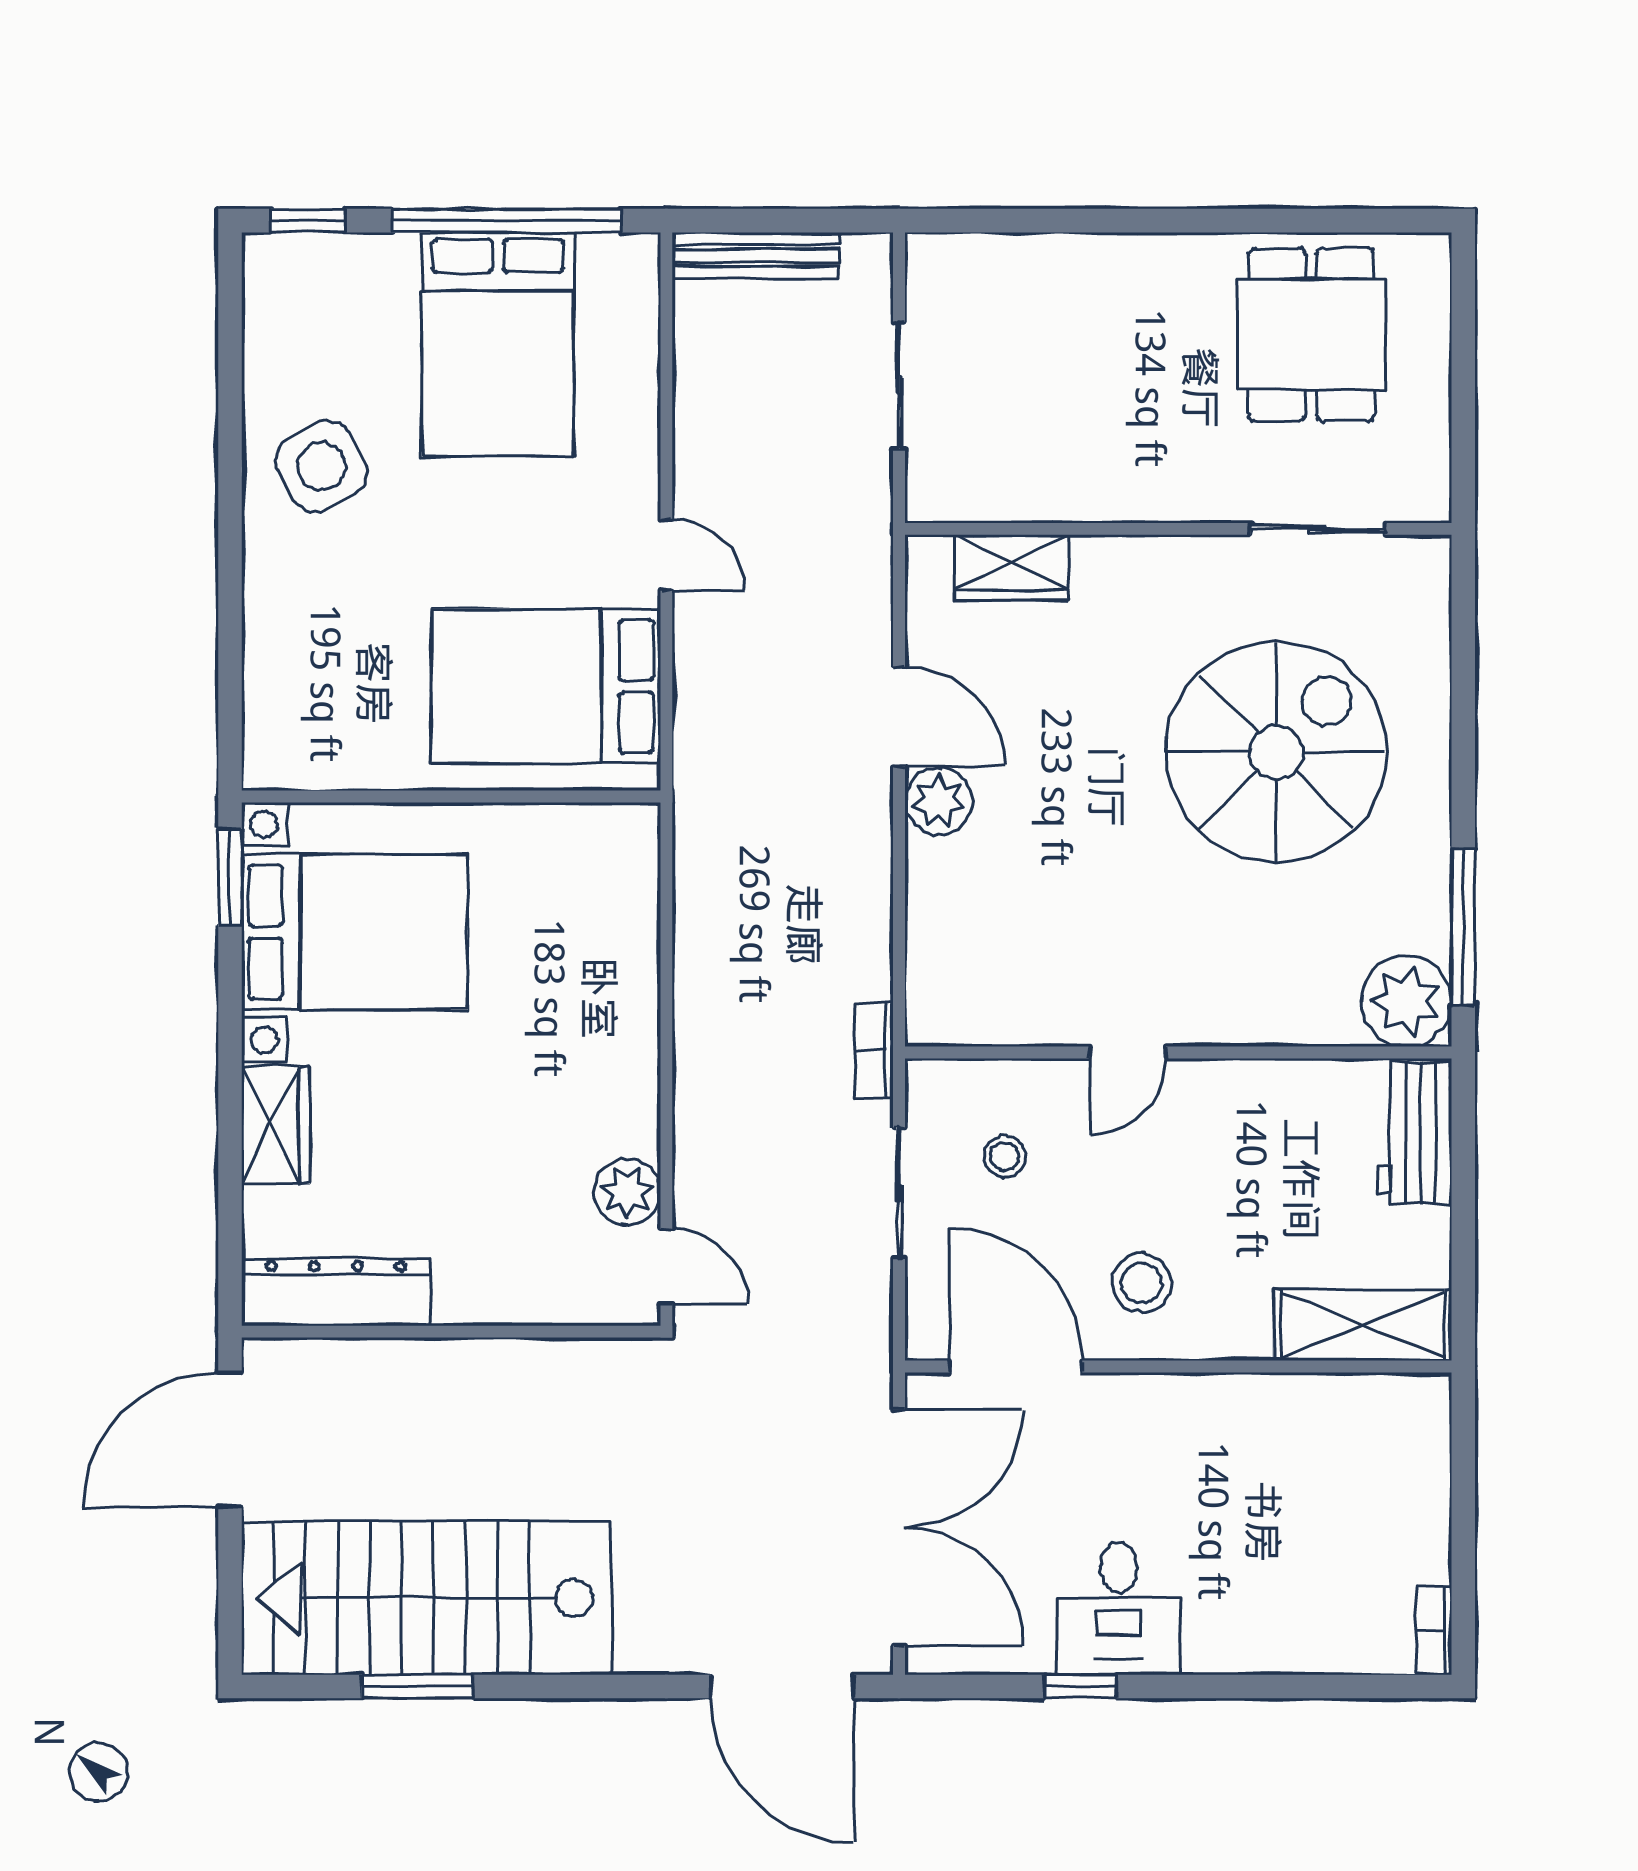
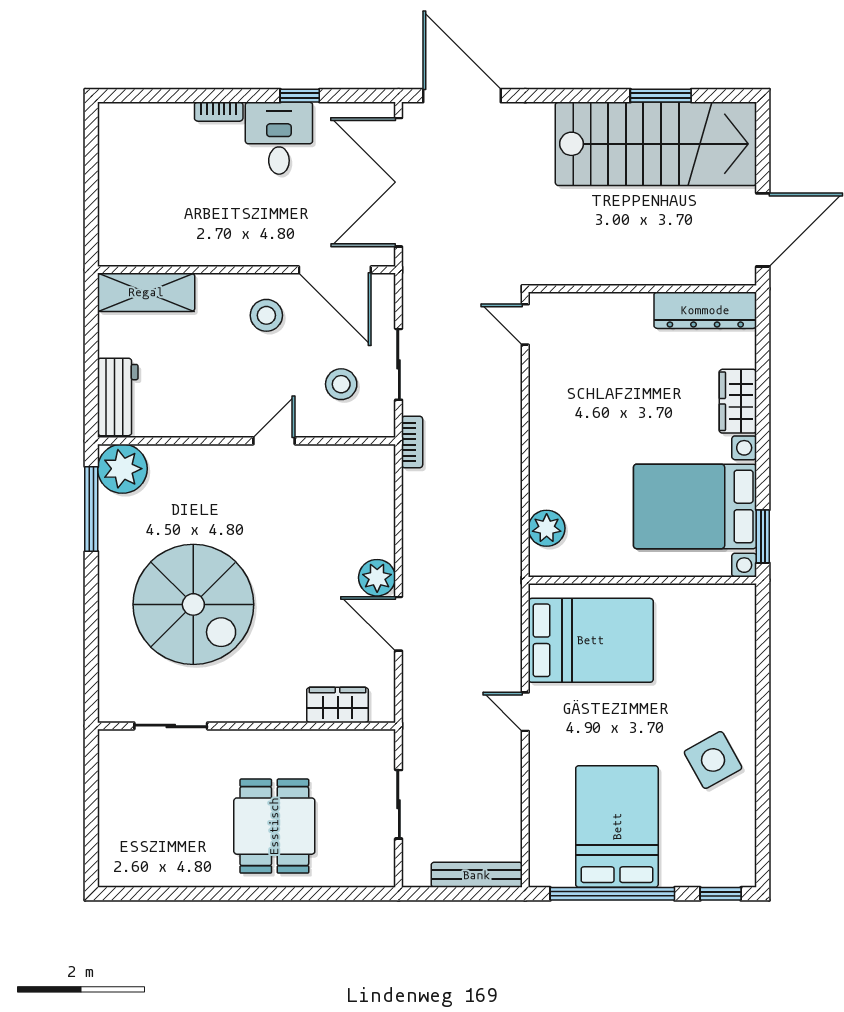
dining table: (1311, 334) -> (274, 826), moved
spiral stairs: (1276, 752) -> (193, 604), turned -90
stool: (1004, 1157) -> (341, 384), width x1.37, depth x1.37
plant: (627, 1192) -> (547, 528), moved
bookcase: (1434, 1631) -> (219, 112), moved, turned 90

